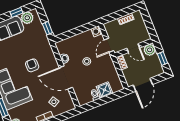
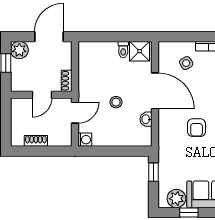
door: (133, 48) -> (42, 95), swing flipped
plant: (150, 50) -> (19, 50), moved
shower: (104, 90) -> (140, 51), moved

